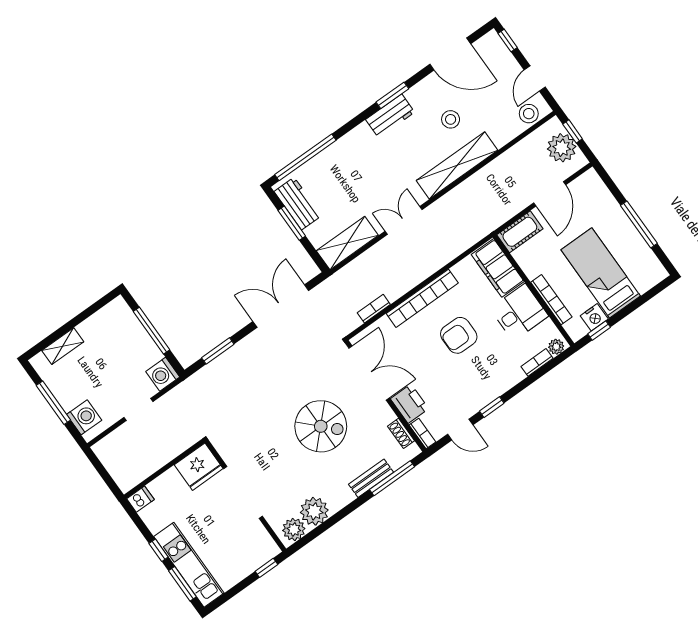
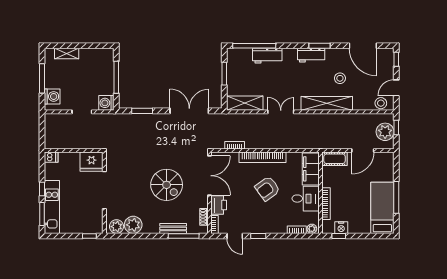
workbench: (298, 204) -> (267, 56), moved, turned 90
bed: (601, 273) -> (382, 208), moved
armchair: (459, 335) -> (267, 189), turned -36

